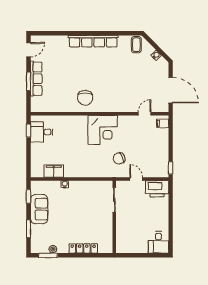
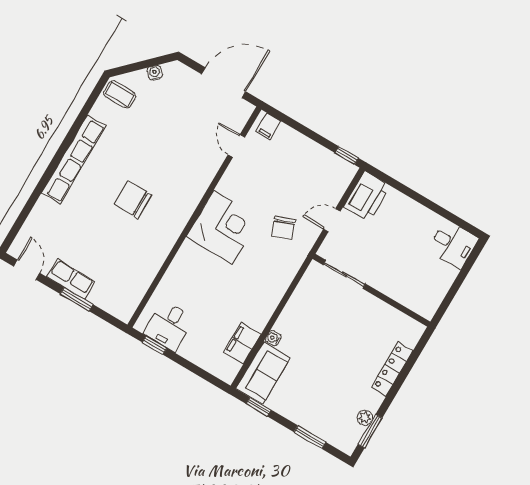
row of seats: (36, 79) -> (71, 279), width x0.68
chair: (85, 98) -> (133, 200), moved, turned 180
sofa: (39, 209) -> (263, 373), moved, turned 90

